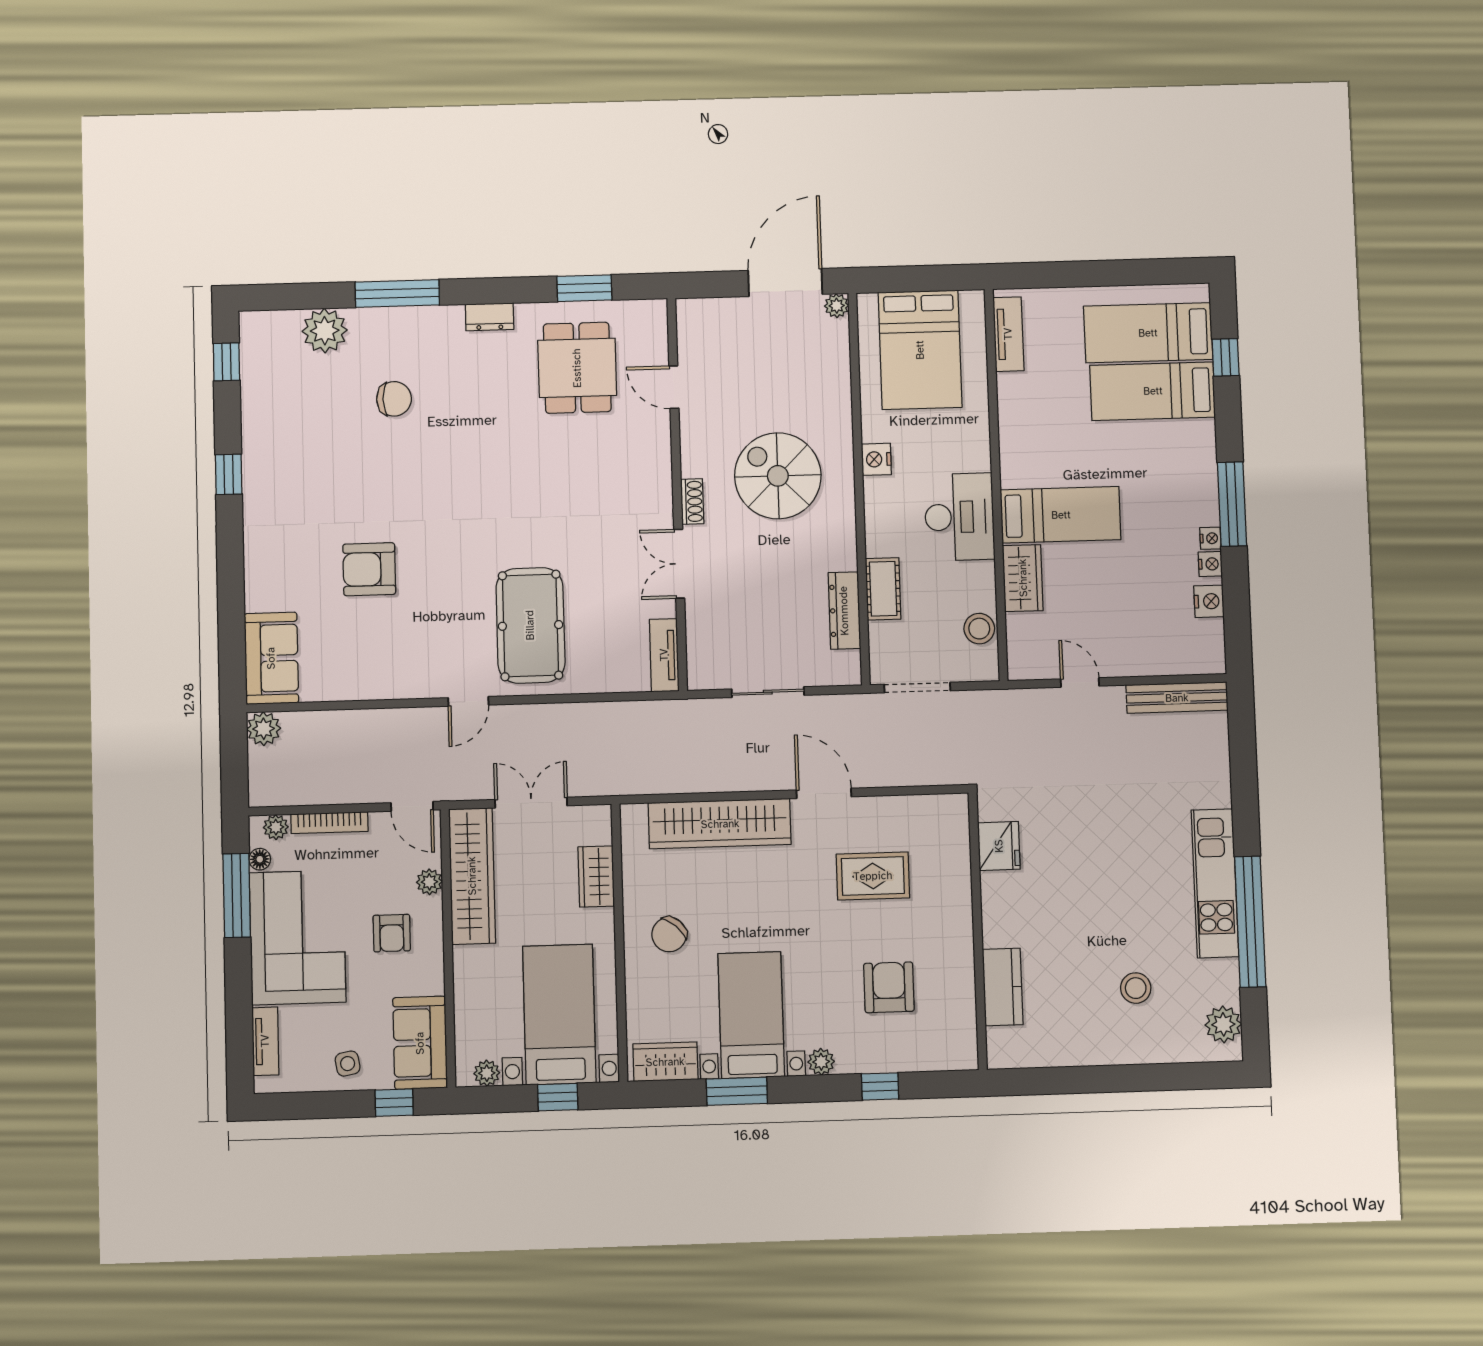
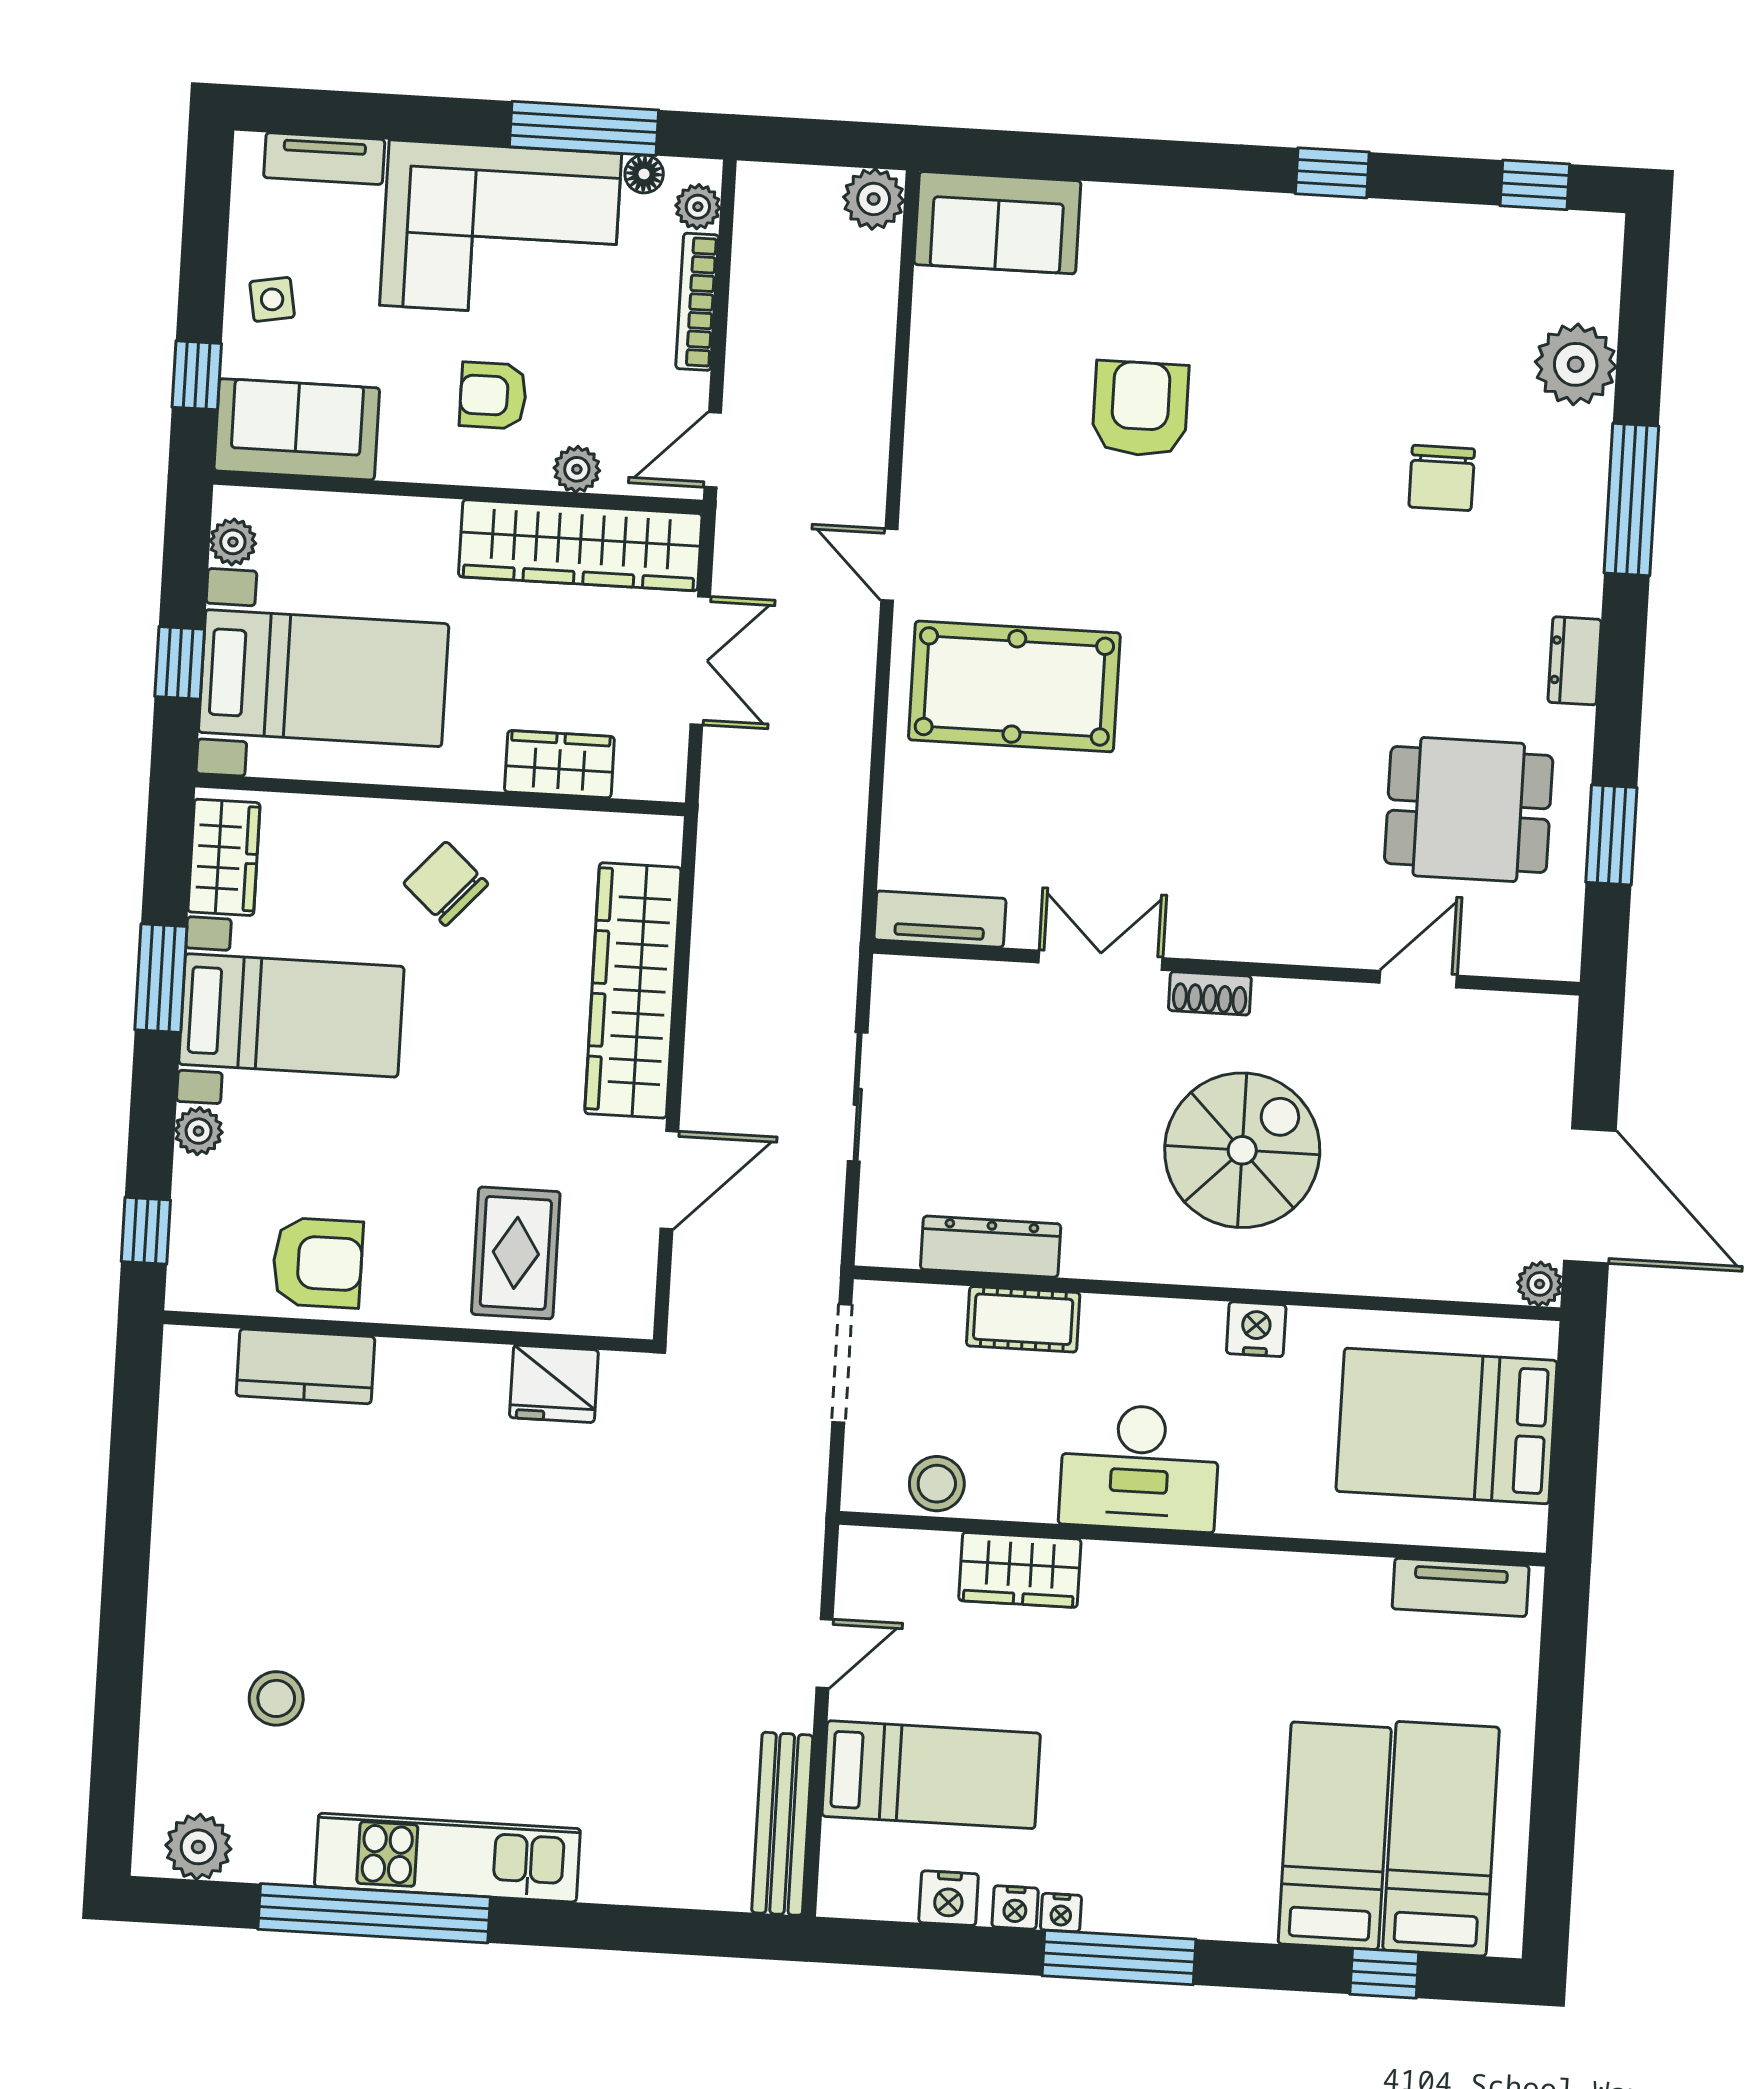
bed: (1061, 515) -> (931, 1775), moved, turned -90
fridge: (999, 846) -> (554, 1384), moved
wall: (978, 931) -> (408, 1332), moved
kitchen counter: (1003, 987) -> (306, 1366), moved

